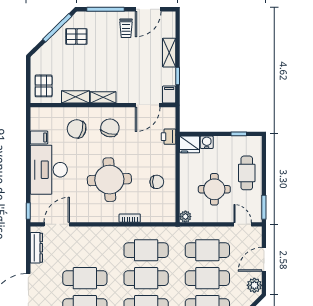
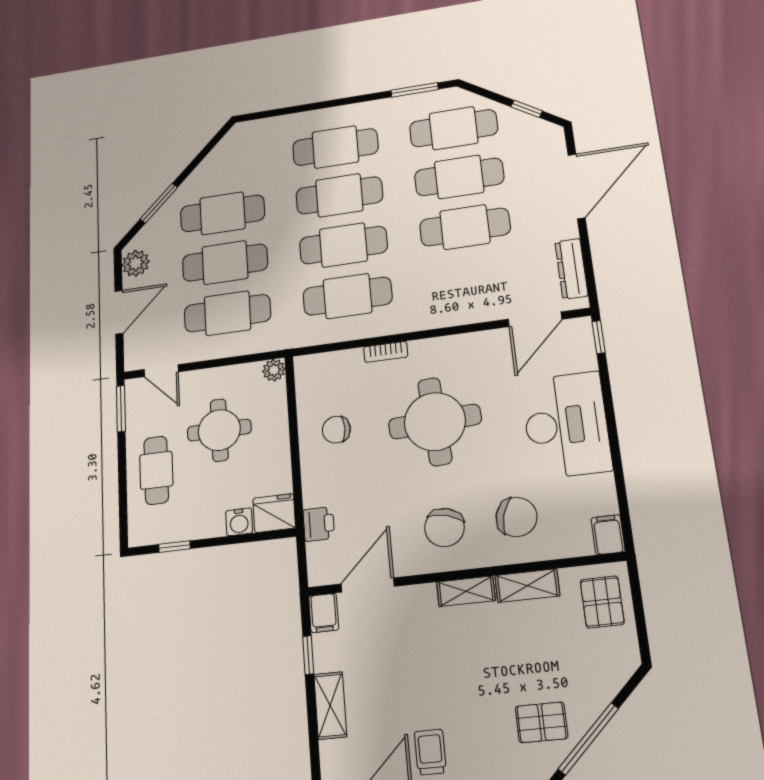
filing cabinet: (39, 137) -> (608, 535), moved, turned 90

